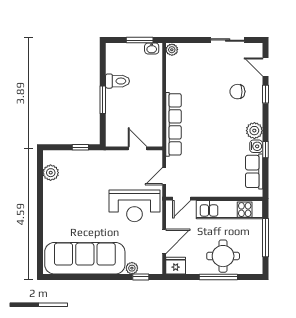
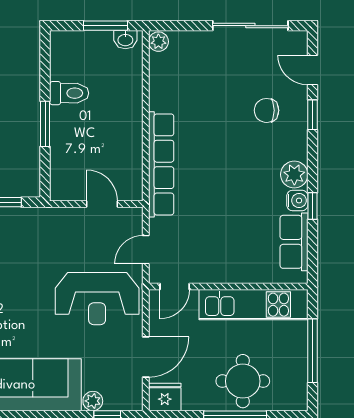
sliding door: (228, 40) -> (250, 26), width x1.37

